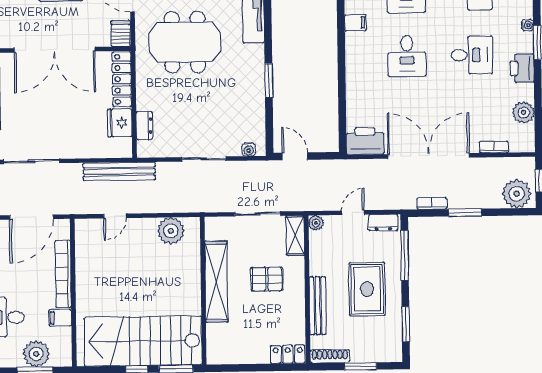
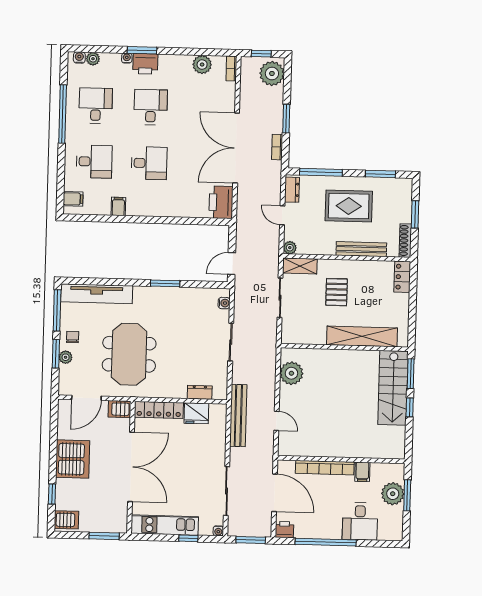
printer: (522, 68) -> (145, 64), moved
bookcase: (494, 147) -> (231, 68), moved
shelving: (216, 282) -> (362, 336), moved
stairs: (143, 341) -> (393, 388), width x0.73, depth x0.66

